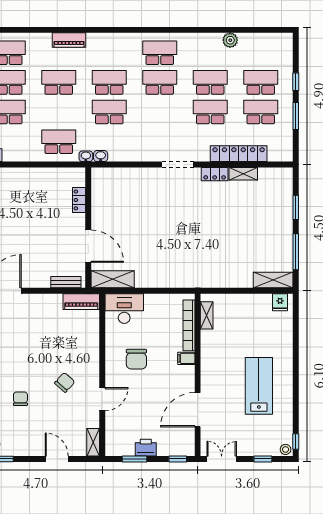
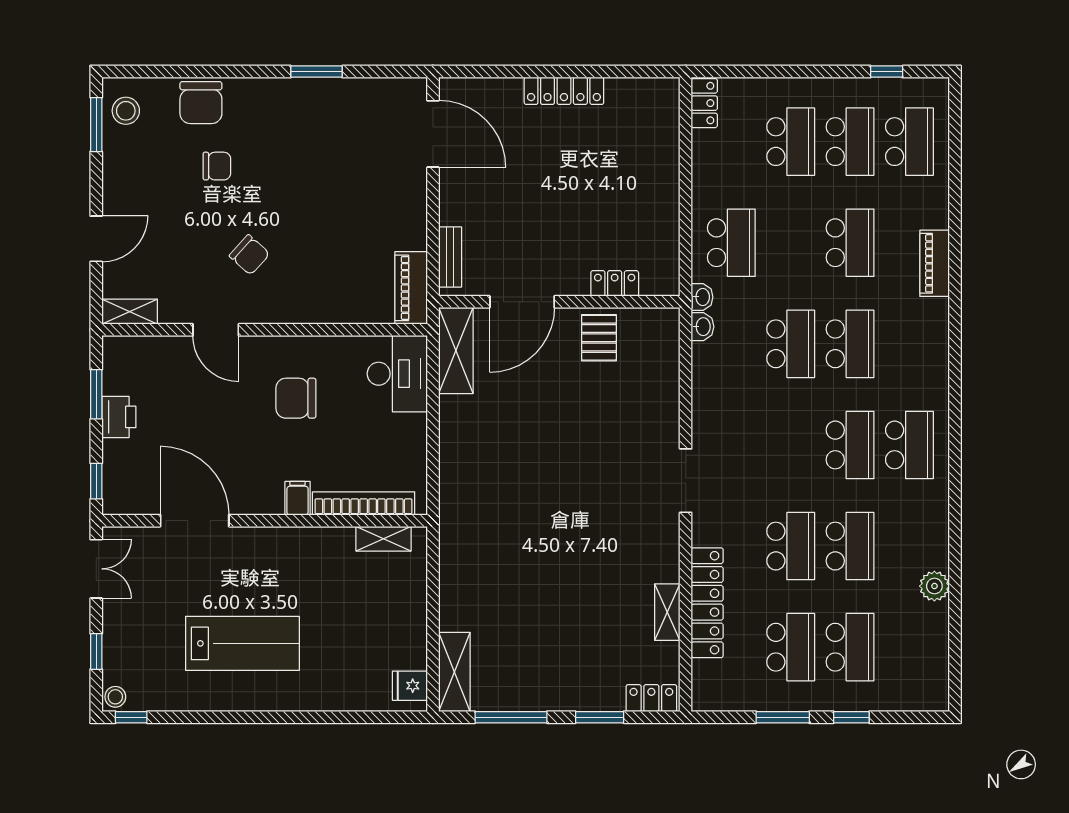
locker: (215, 174) -> (651, 698), moved, turned 90
pallet: (106, 208) -> (599, 338), added

